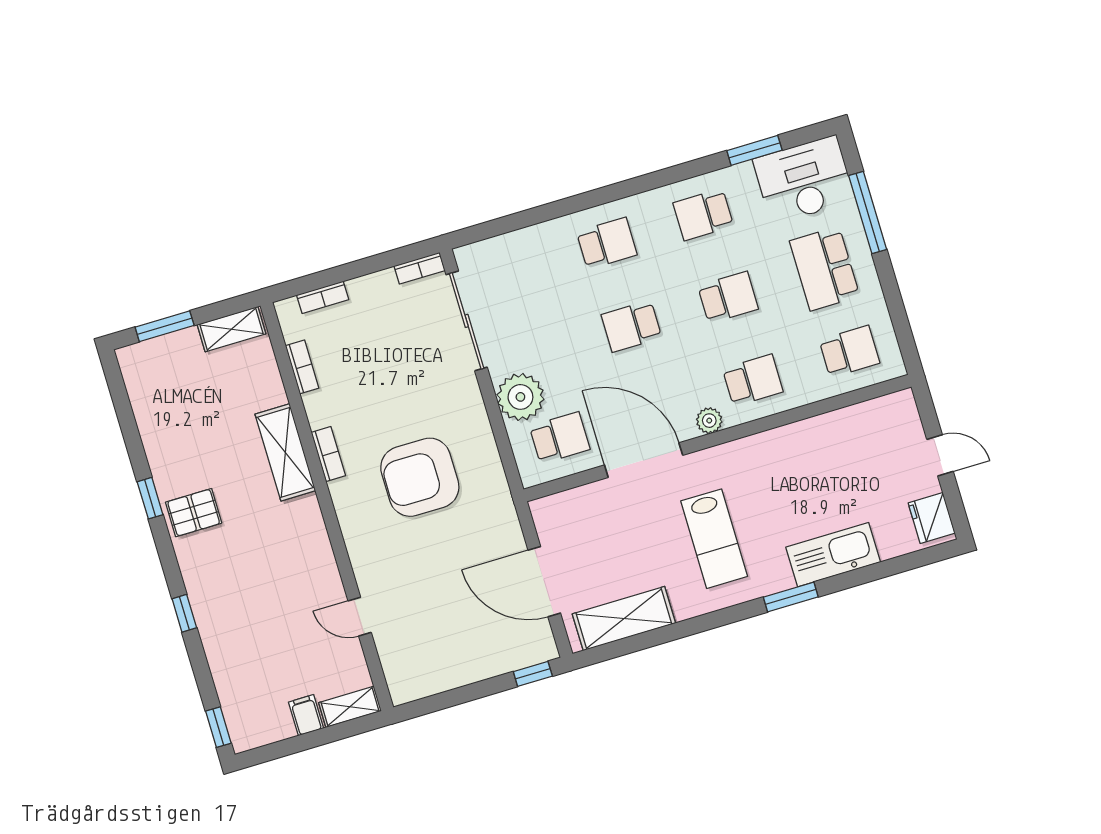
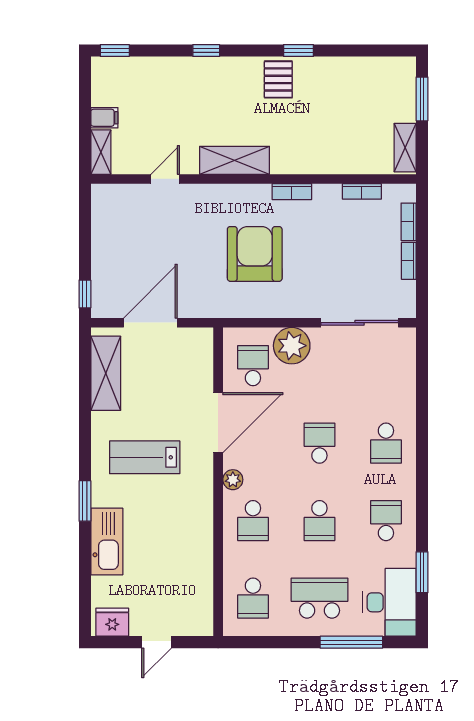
bookcase: (420, 268) -> (409, 261), moved
school desk: (560, 438) -> (253, 366), turned 180
shelving: (285, 452) -> (235, 160), moved

